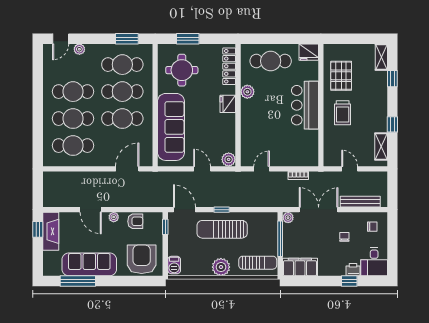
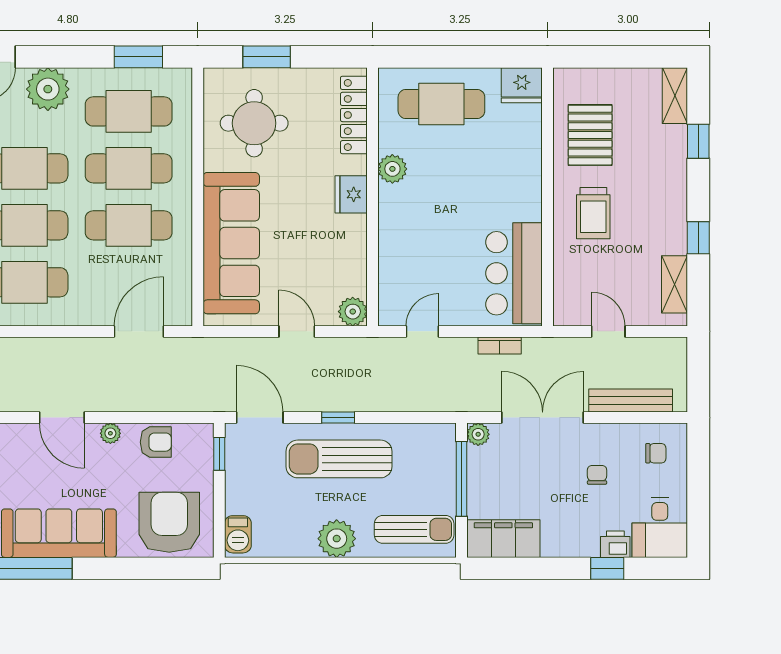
plant: (79, 49) -> (48, 89), width x1.88, depth x1.88
bar counter: (305, 105) -> (514, 273), moved

